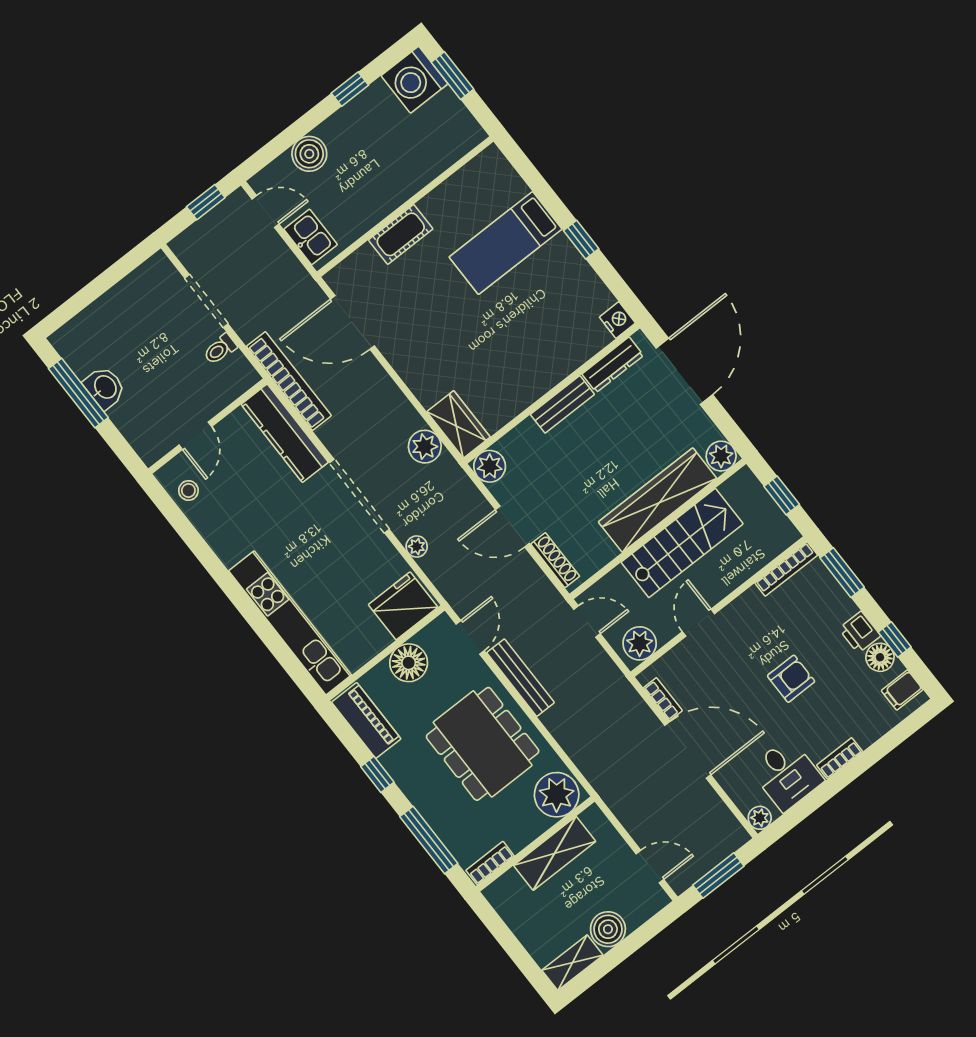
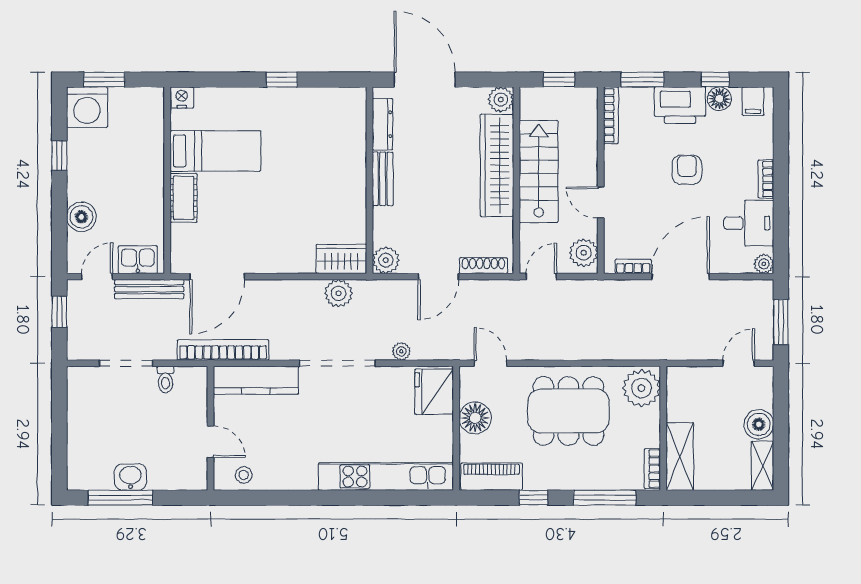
bed: (506, 243) -> (215, 151), moved, turned -90
nightstand: (617, 320) -> (182, 98), moved
printer: (860, 632) -> (680, 105), width x1.87, depth x1.48
bench: (521, 678) -> (149, 289), moved
shelving: (555, 853) -> (680, 456), moved

